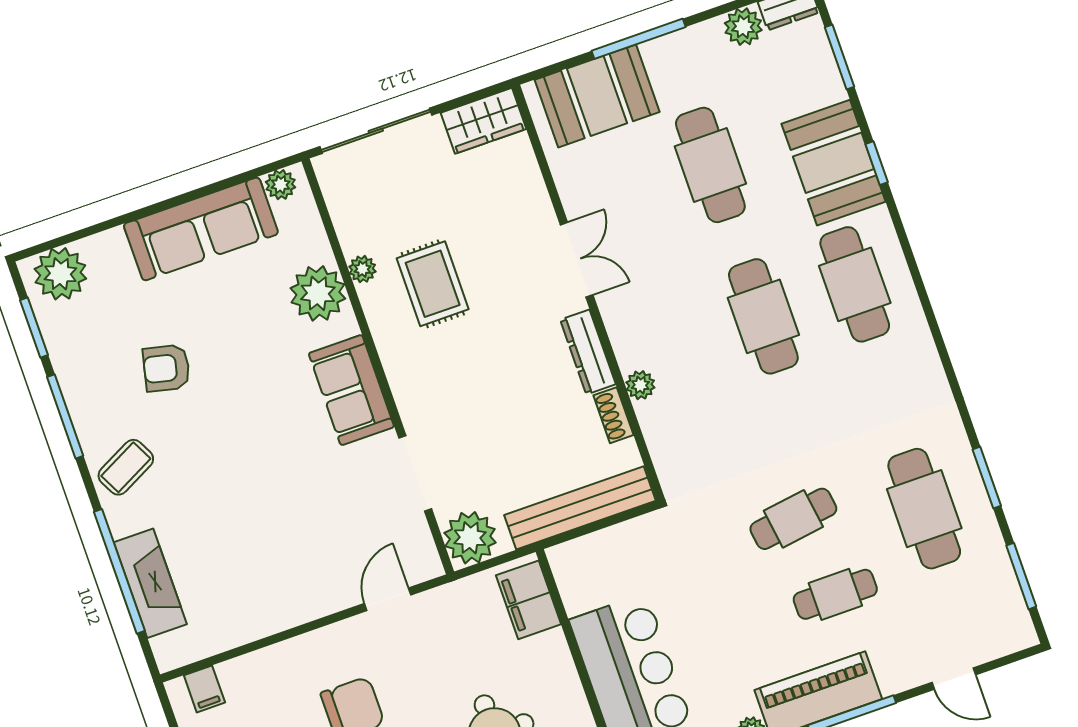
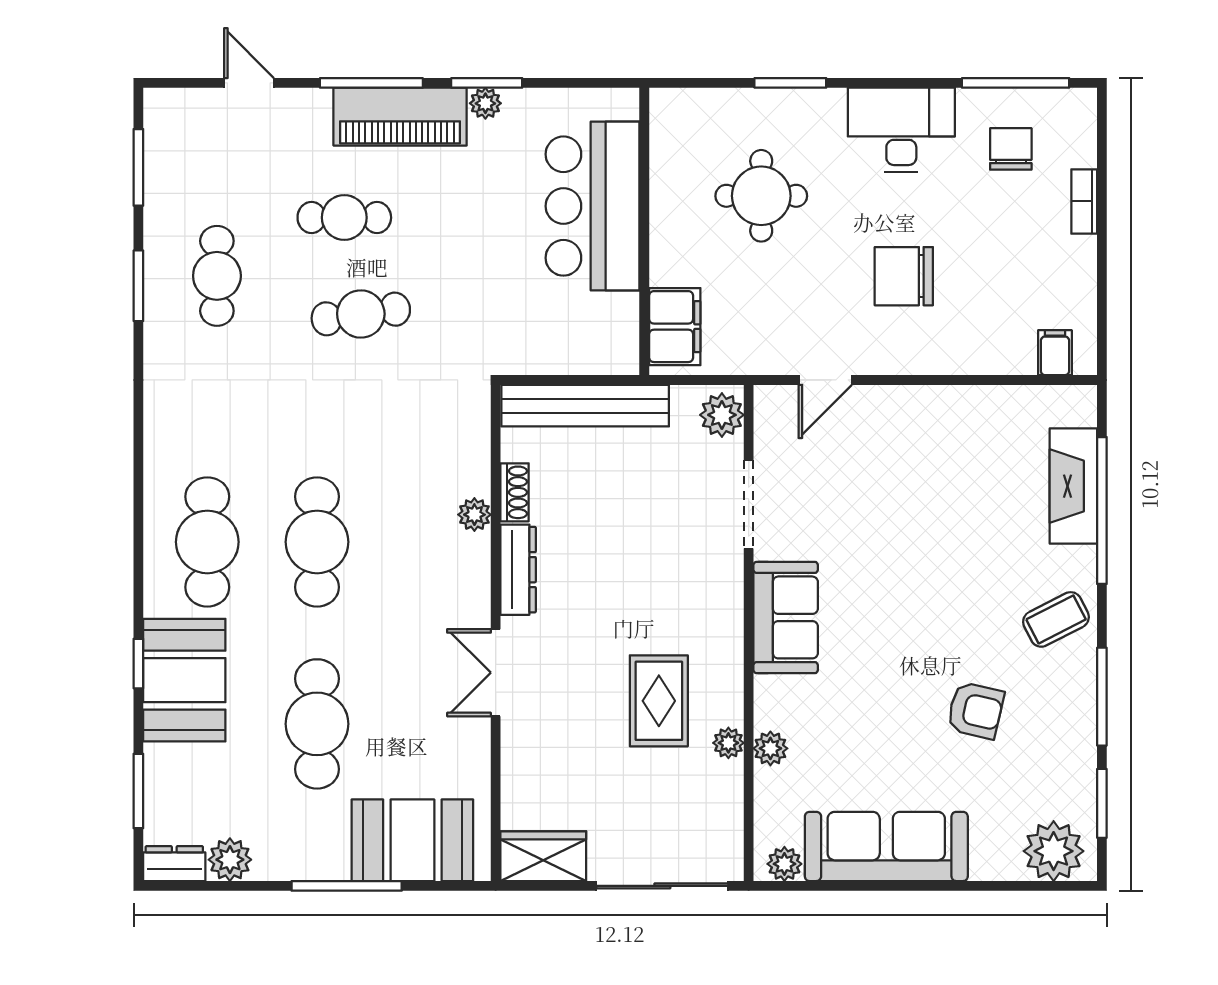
plant: (318, 293) -> (770, 748), width x0.53, depth x0.53
cafe table: (924, 509) -> (217, 276), width x0.73, depth x0.74
plant: (470, 538) -> (722, 415), width x0.73, depth x0.73

